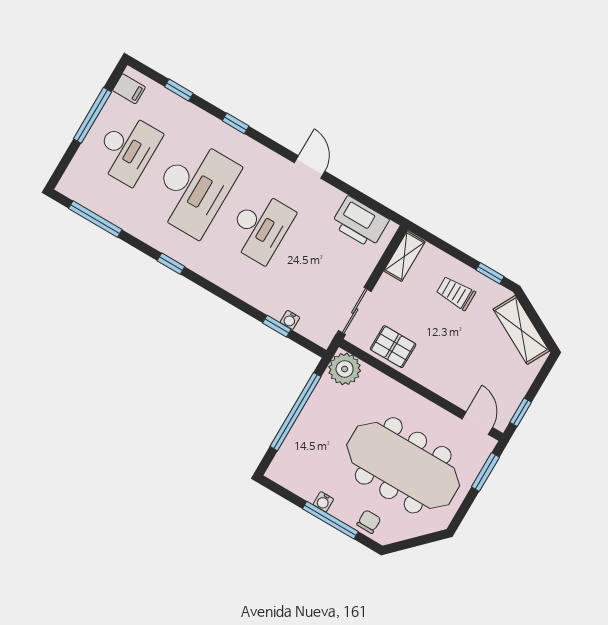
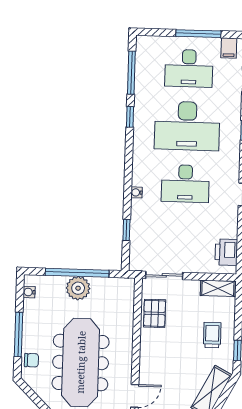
printer: (360, 222) -> (226, 252), width x0.73, depth x0.84
window: (171, 264) -> (130, 117), moved
water cooler: (290, 320) -> (137, 192), moved
plant: (345, 369) -> (78, 288), moved
water cooler: (323, 502) -> (29, 292), moved

